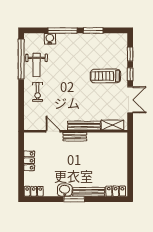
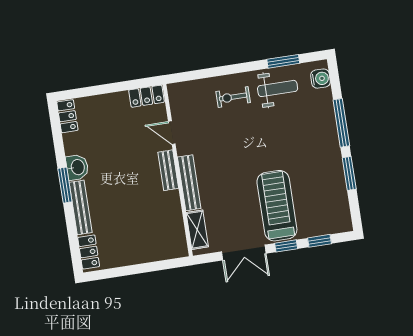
water cooler: (50, 39) -> (321, 79), moved
window: (21, 59) -> (283, 61), width x0.47
weight bench: (37, 65) -> (278, 88), turned 180
treadmill: (106, 76) -> (277, 206), width x1.37, depth x1.38
door: (53, 131) -> (172, 133), swing flipped
locker: (29, 161) -> (146, 96), moved

